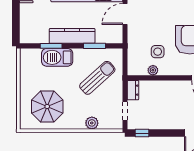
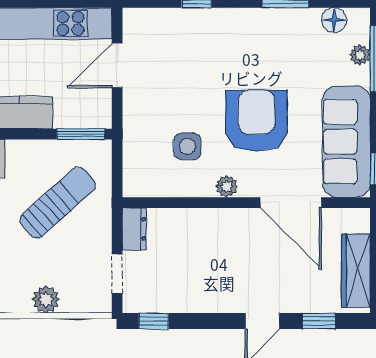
window: (94, 46) -> (81, 134), moved
plant: (153, 70) -> (227, 186), moved

